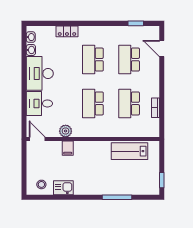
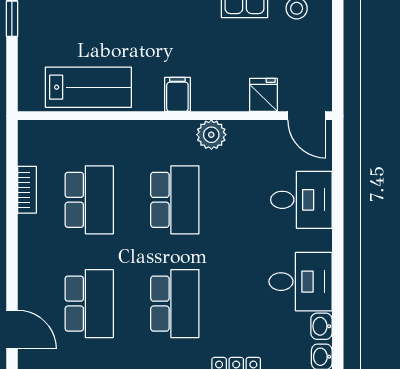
desk: (40, 73) -> (301, 282), width x0.73
plant: (66, 131) -> (211, 135), moved
fridge: (55, 148) -> (263, 95), added
filing cabinet: (68, 148) -> (177, 94), moved

